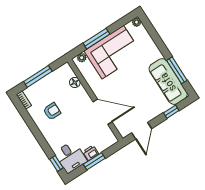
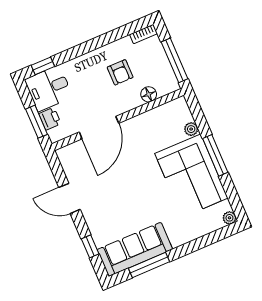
floor lamp: (75, 82) -> (149, 94), moved
wall: (95, 100) -> (118, 120), moved
door: (103, 112) -> (99, 128), moved

